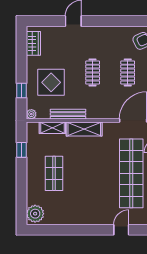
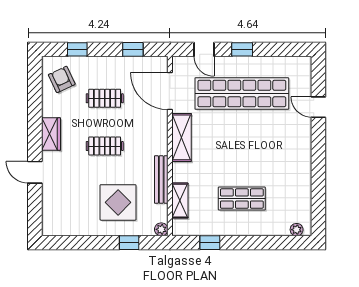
wardrobe: (33, 43) -> (51, 134), moved, turned 90
shelving: (84, 129) -> (182, 137), moved
plant: (35, 214) -> (297, 230), width x0.53, depth x0.53

